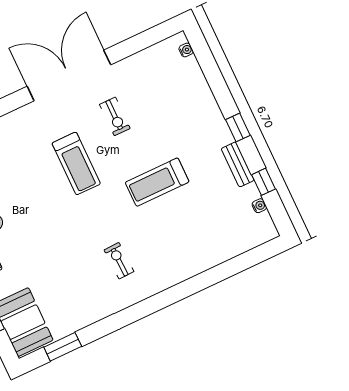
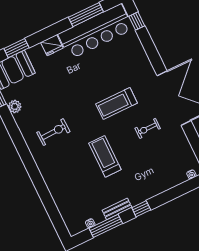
window: (263, 182) -> (106, 226), width x2.17
exercise bike: (119, 261) -> (53, 132), width x1.38, depth x1.39
plant: (79, 319) -> (15, 106), added

